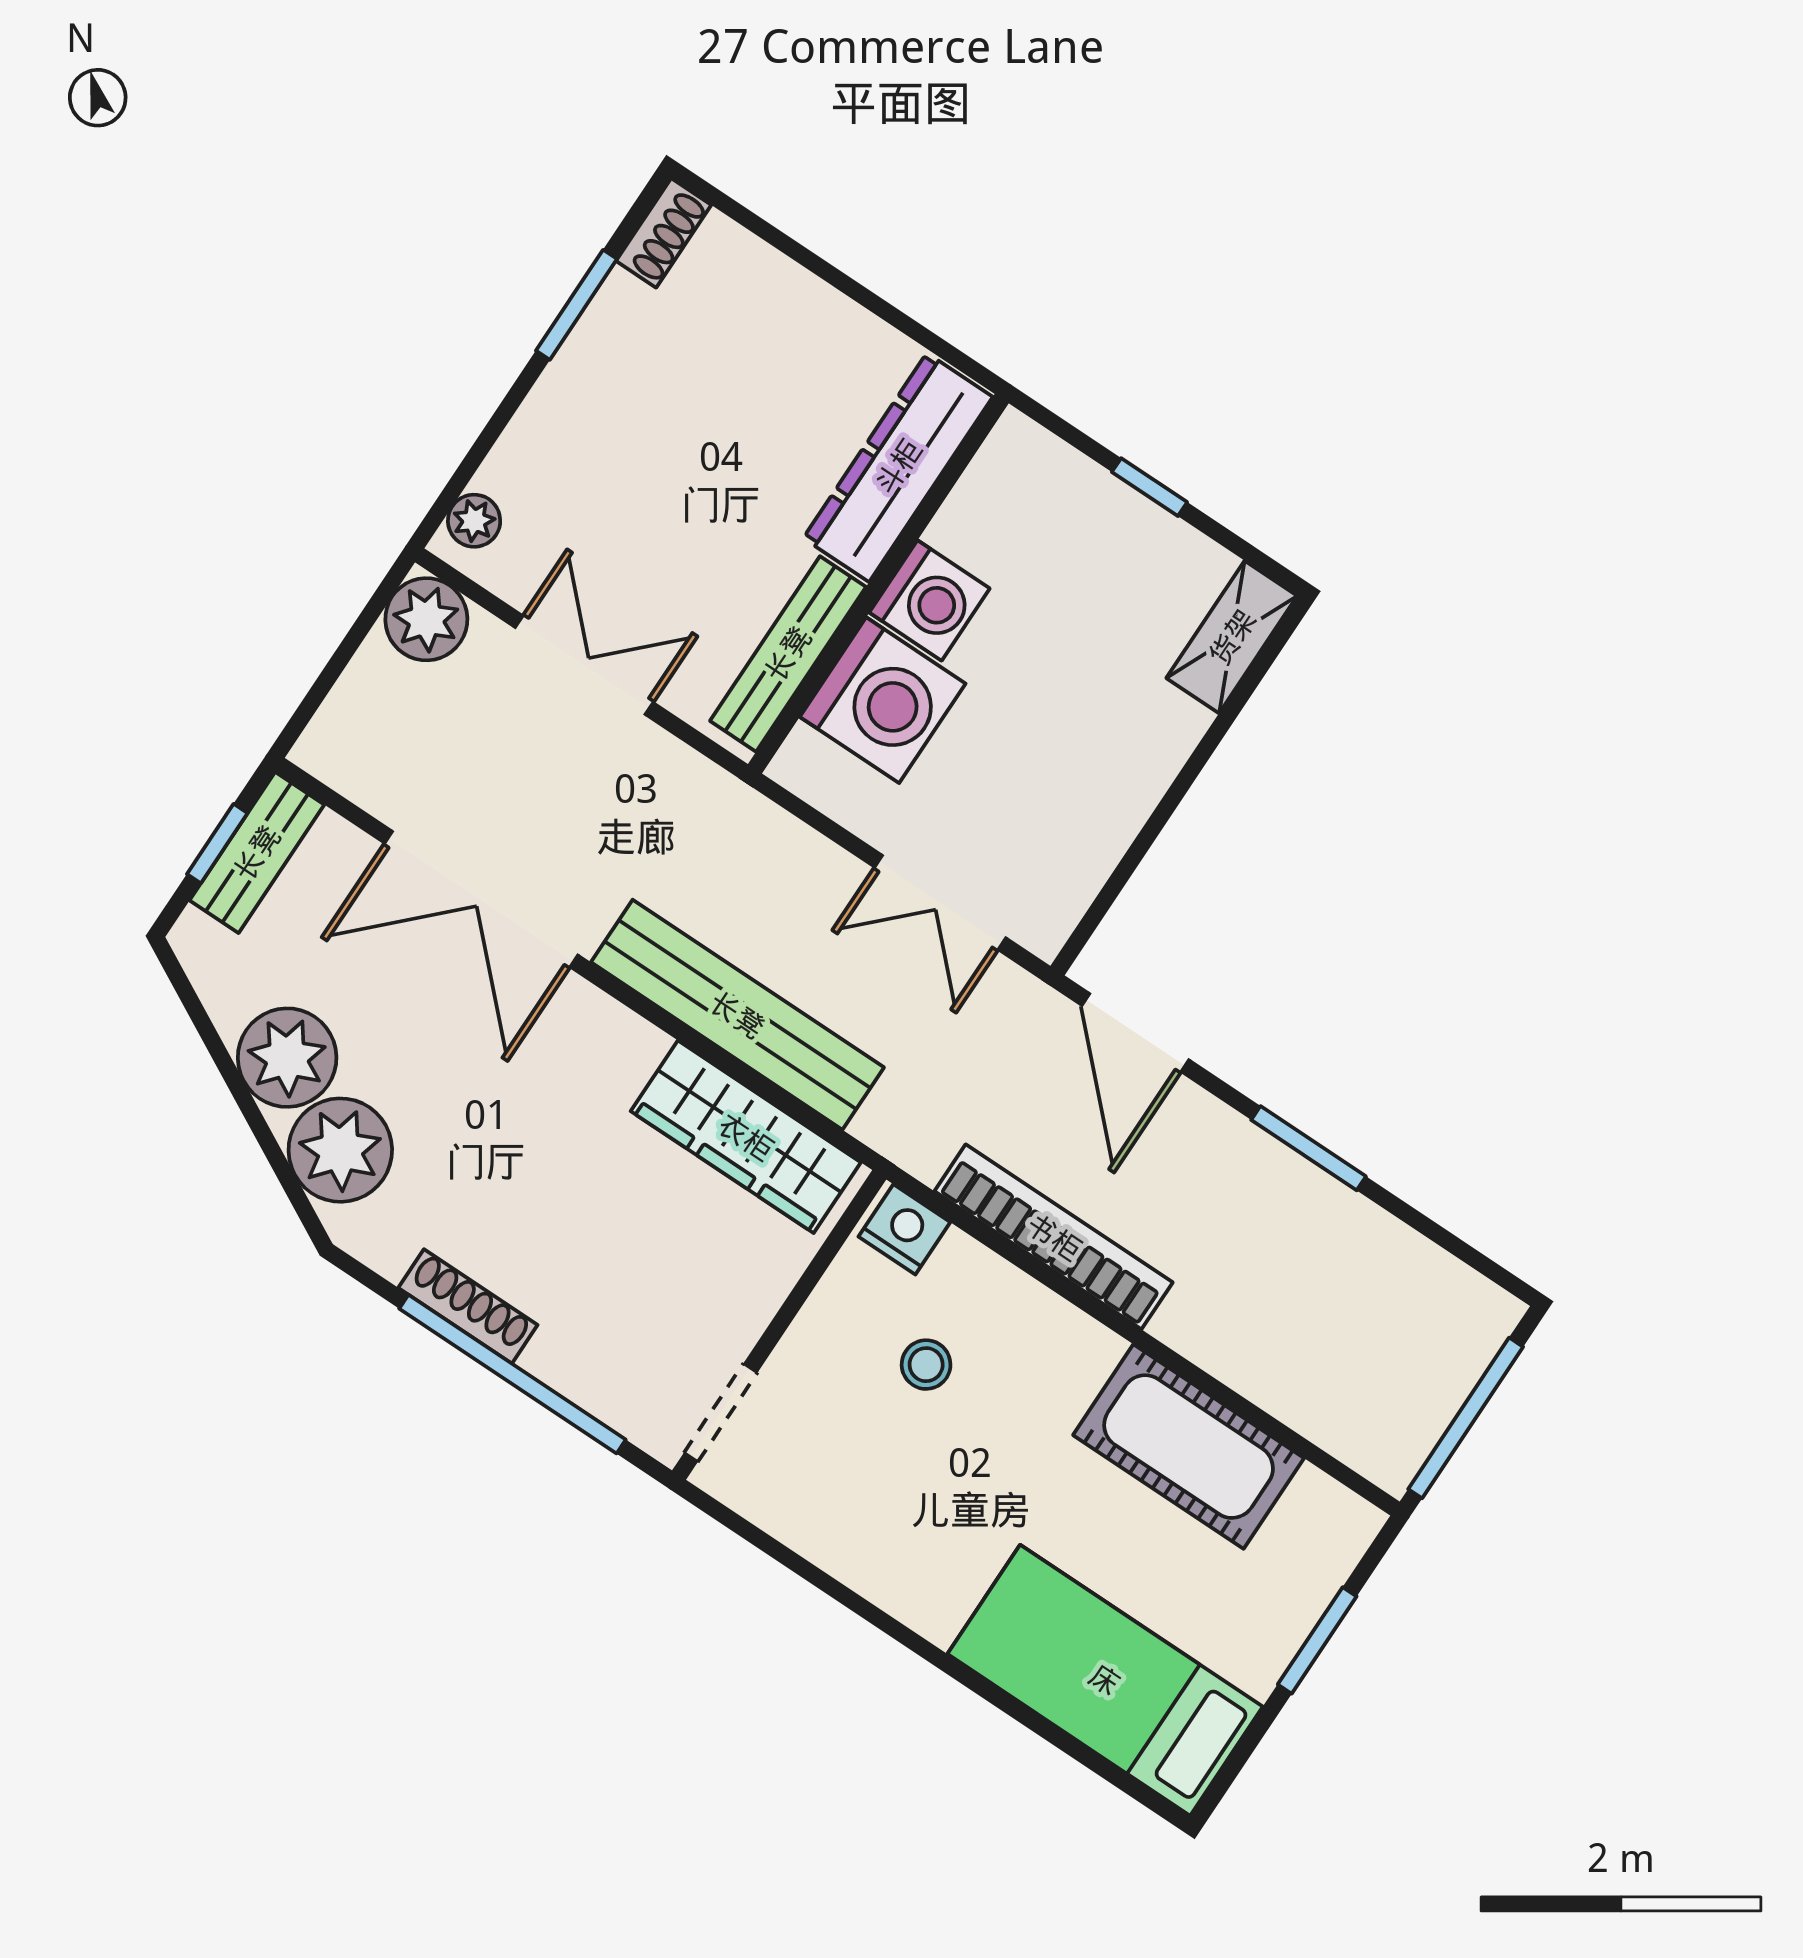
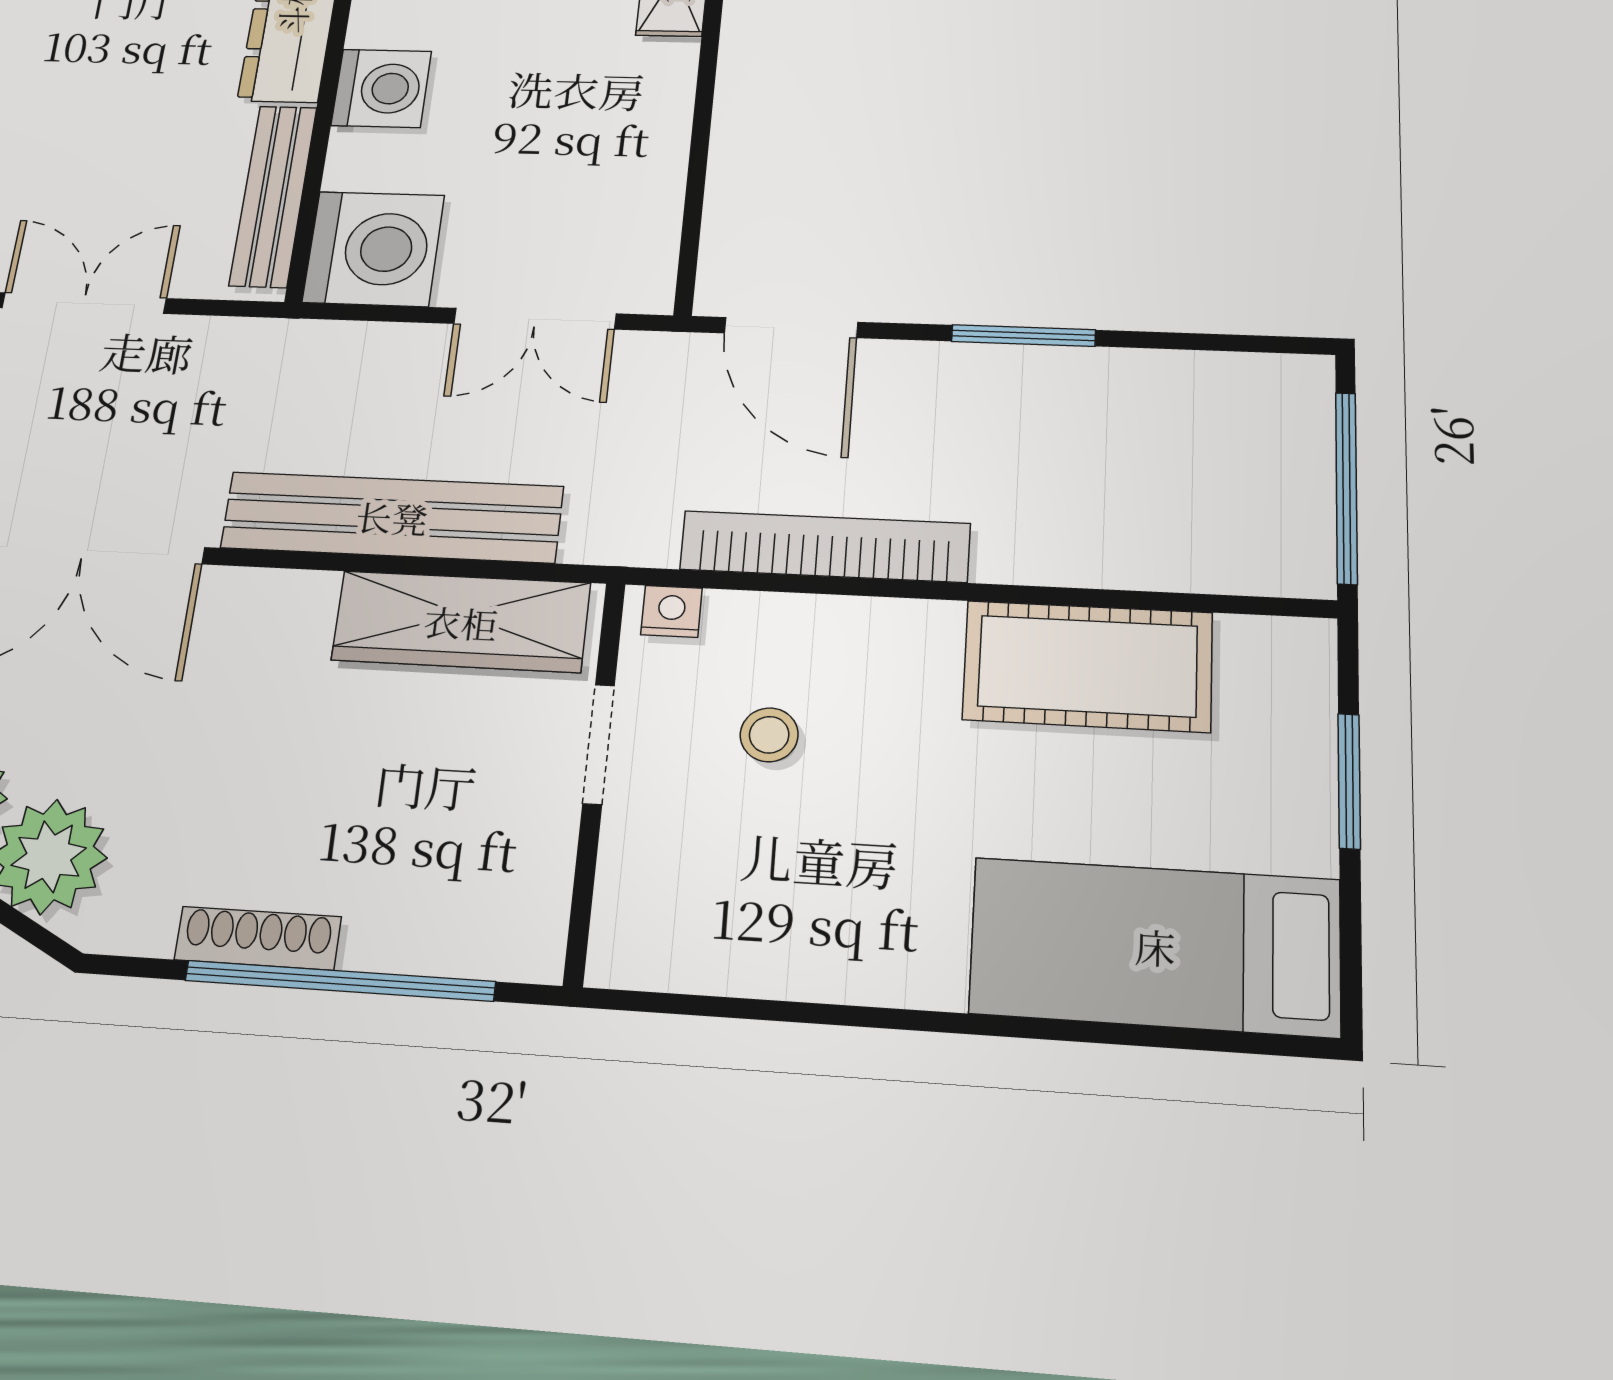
washing machine: (883, 700) -> (374, 249), moved
nightstand: (904, 1229) -> (671, 611), width x0.72, depth x0.74
doorway: (721, 1413) -> (599, 744), moved

